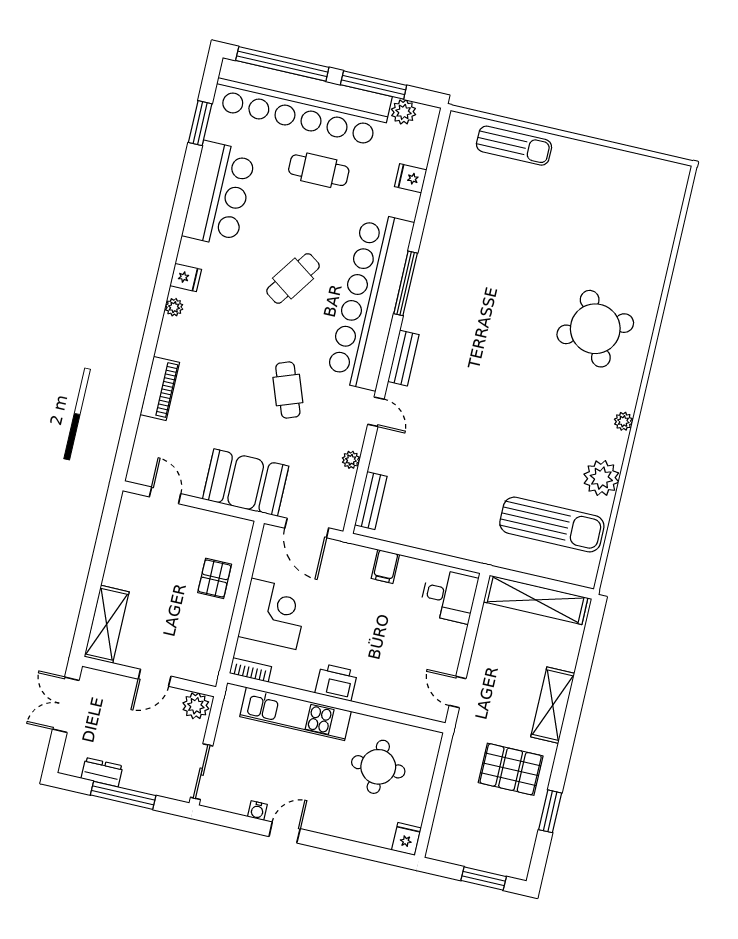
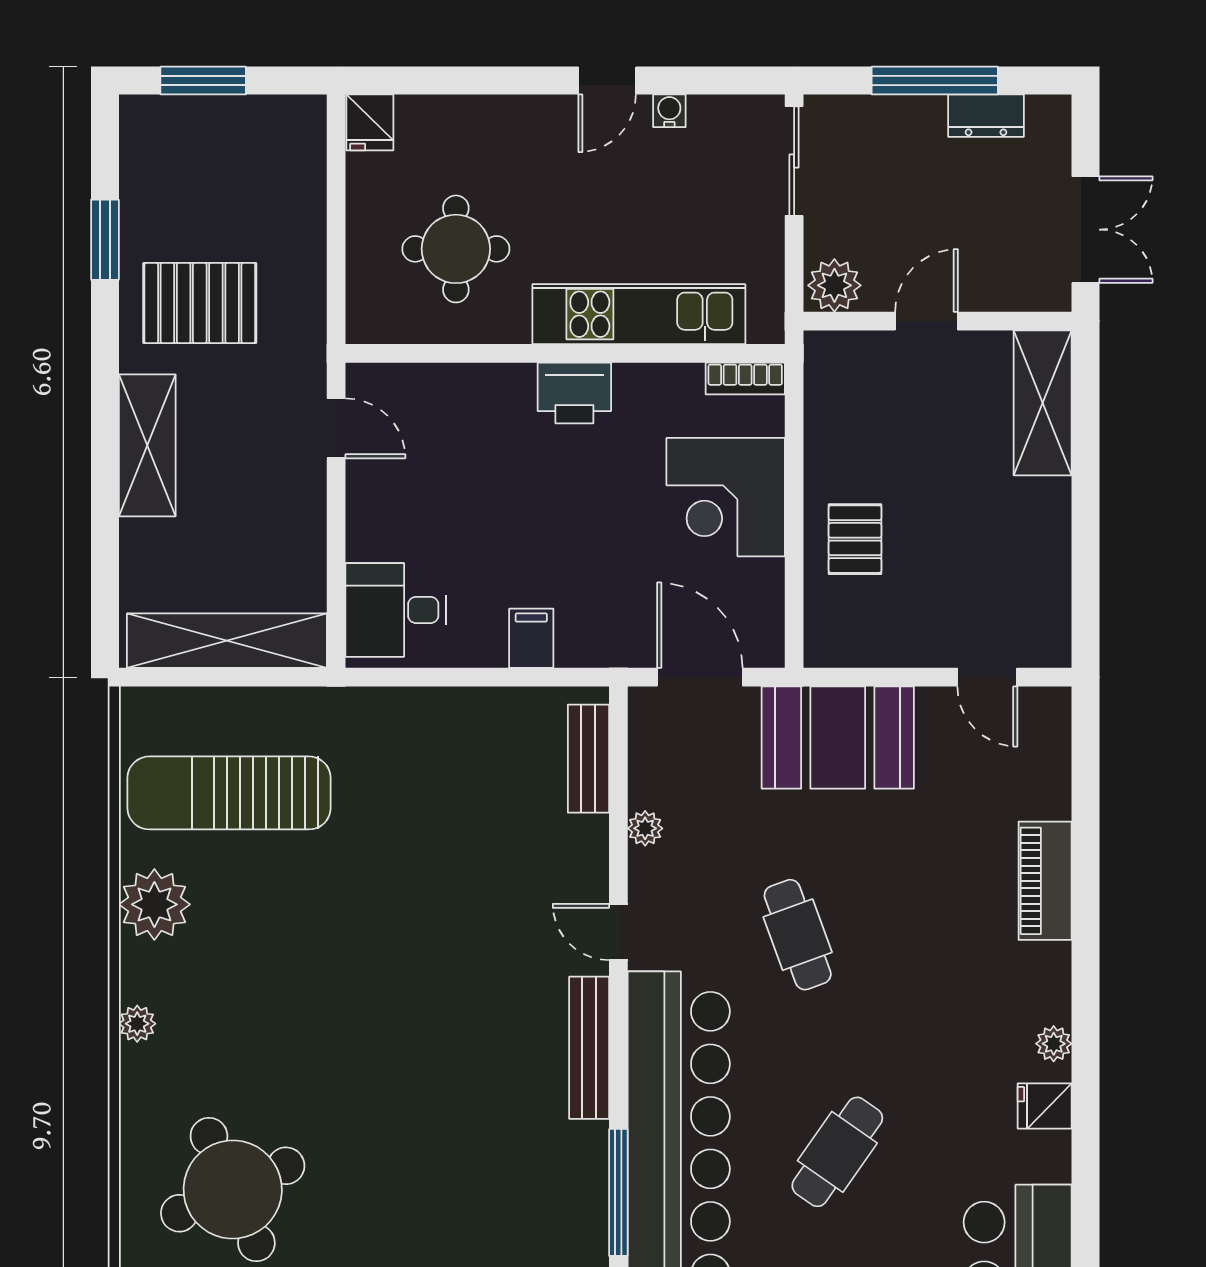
bench: (403, 358) -> (589, 1048), width x1.36

